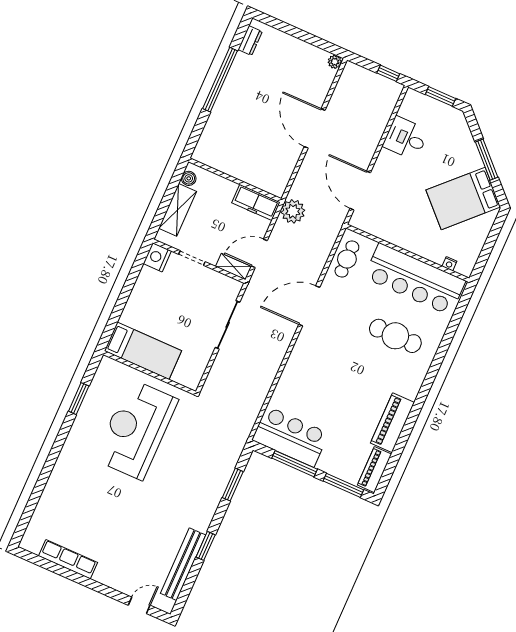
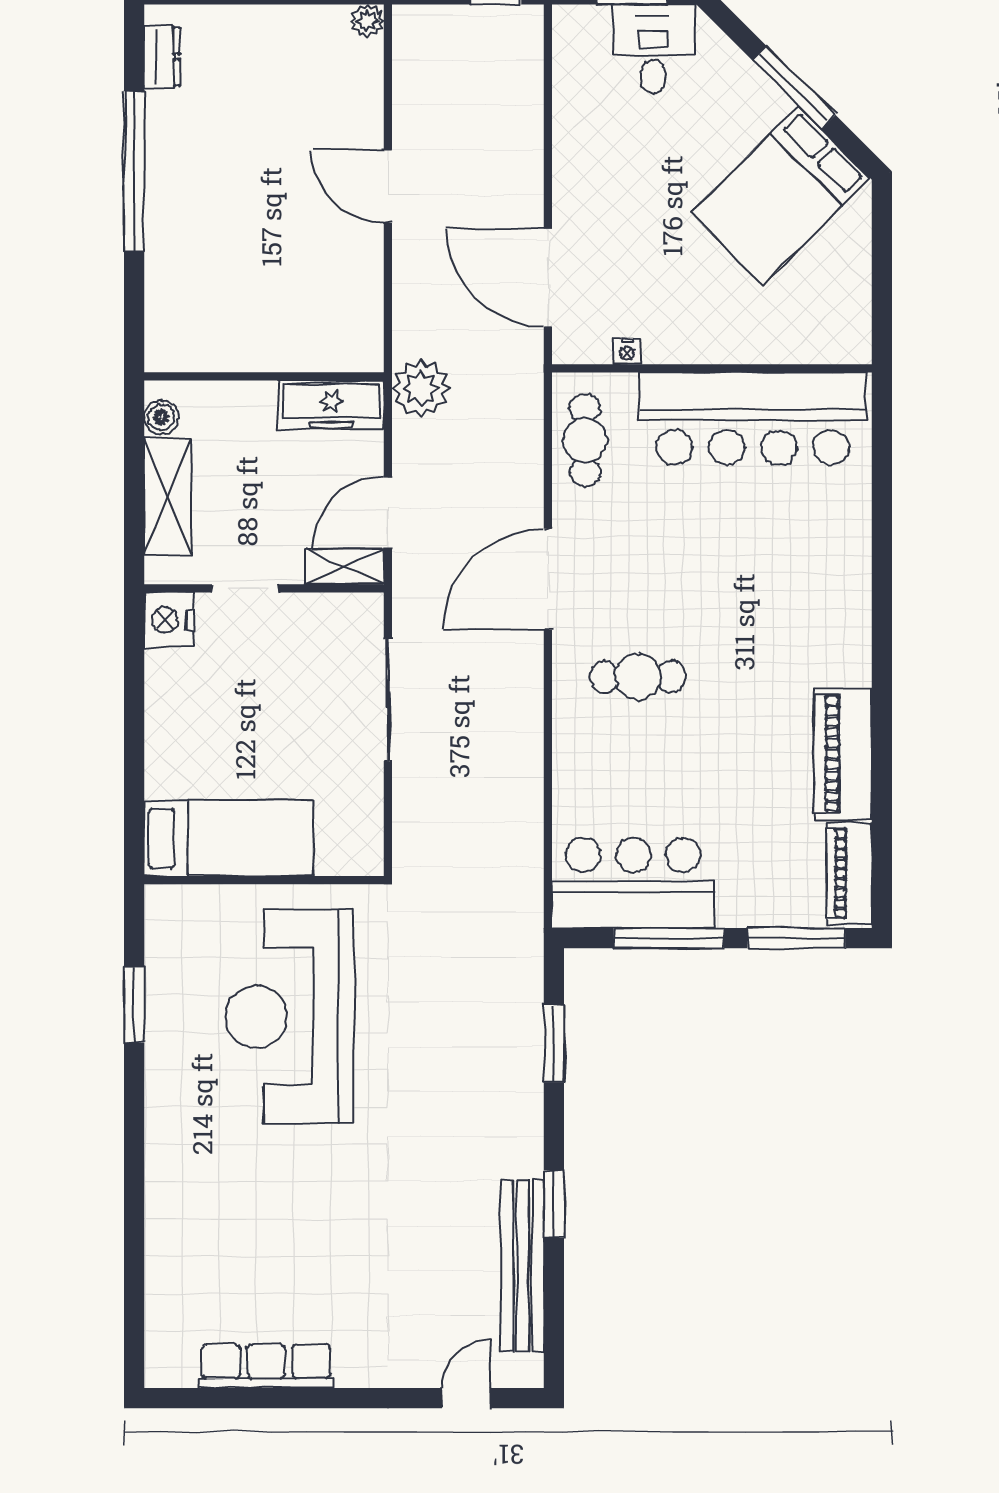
door: (315, 128) -> (388, 186), width x0.73
desk: (406, 138) -> (653, 49), moved, turned 90
nightstand: (449, 264) -> (627, 351), moved
cafe table: (395, 336) -> (638, 677), moved, width x0.73, depth x0.74

